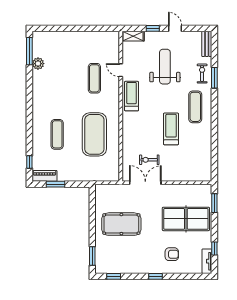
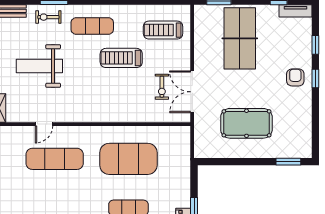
exercise mat: (94, 78) -> (55, 159), width x1.36, depth x1.45
treadmill: (132, 96) -> (163, 30), moved
pool table: (121, 224) -> (246, 123), turned 90
armchair: (172, 254) -> (295, 77), moved
window: (114, 276) -> (315, 45), moved

